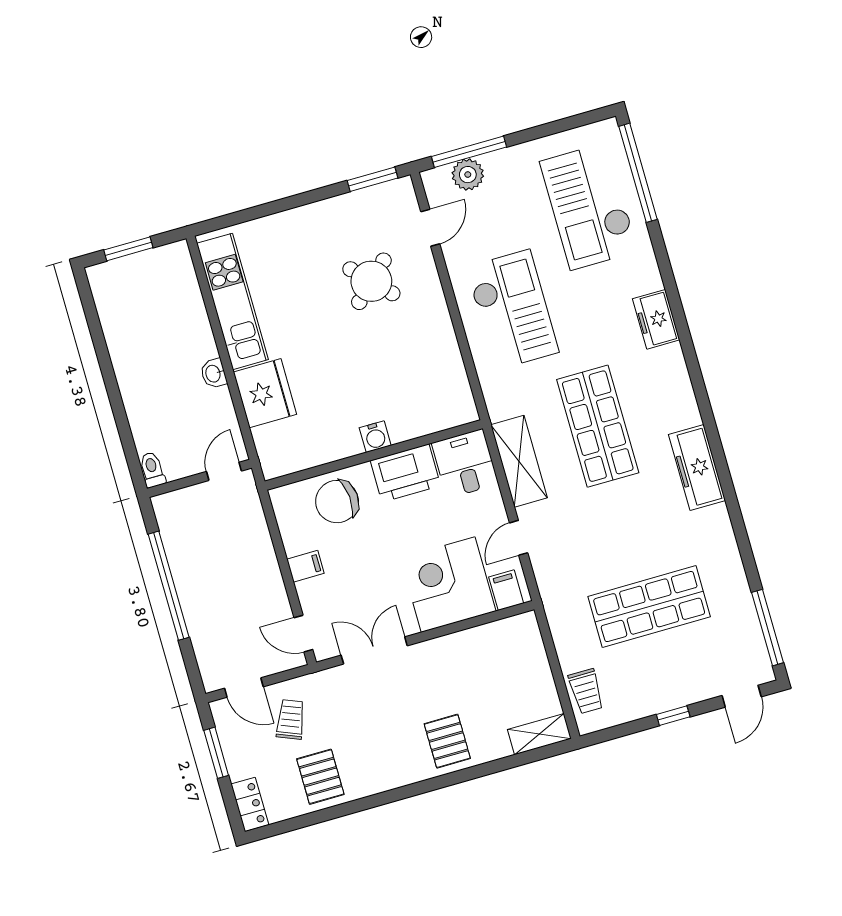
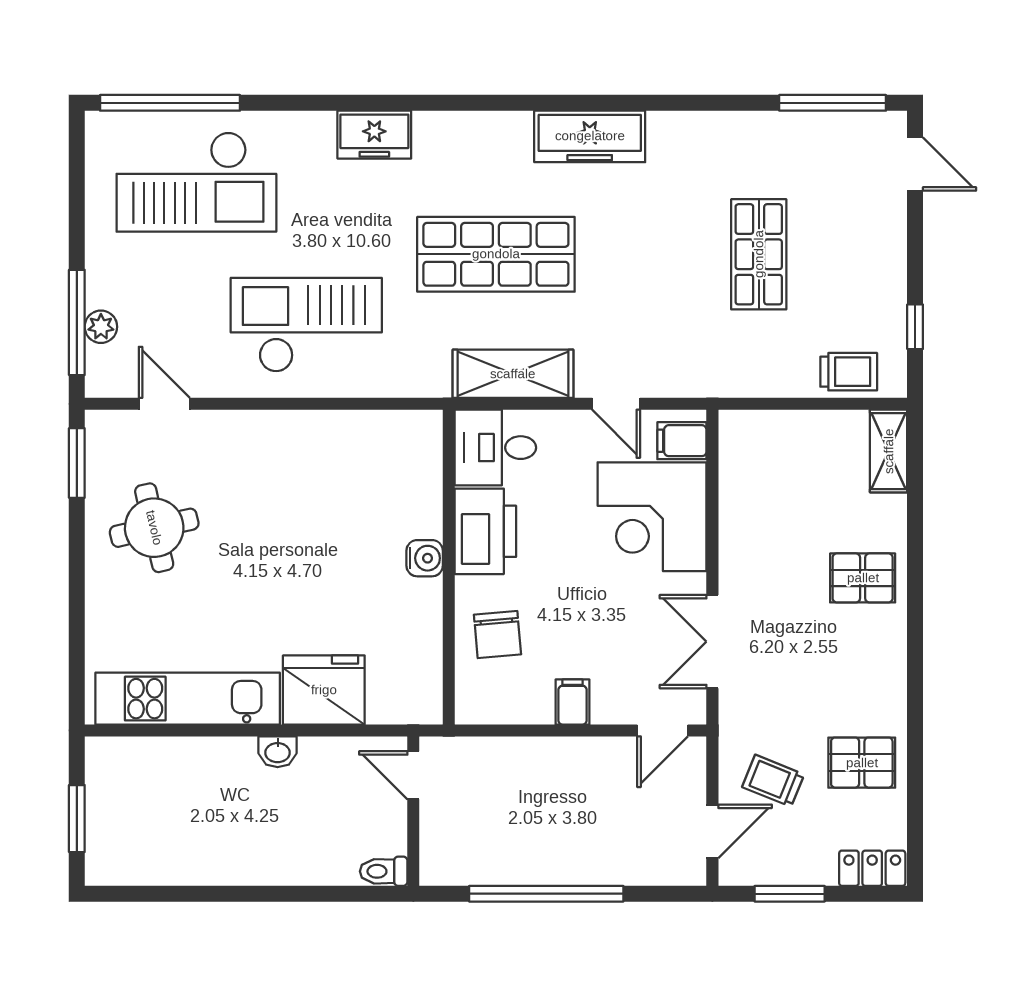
plant: (468, 175) -> (101, 327), width x0.73, depth x0.73
round table: (371, 281) -> (154, 528), moved, turned 31
chair: (337, 502) -> (497, 635), width x0.73, depth x0.73
shop shelf: (649, 607) -> (759, 254), width x0.70, depth x0.74
window: (673, 716) -> (915, 327), moved

